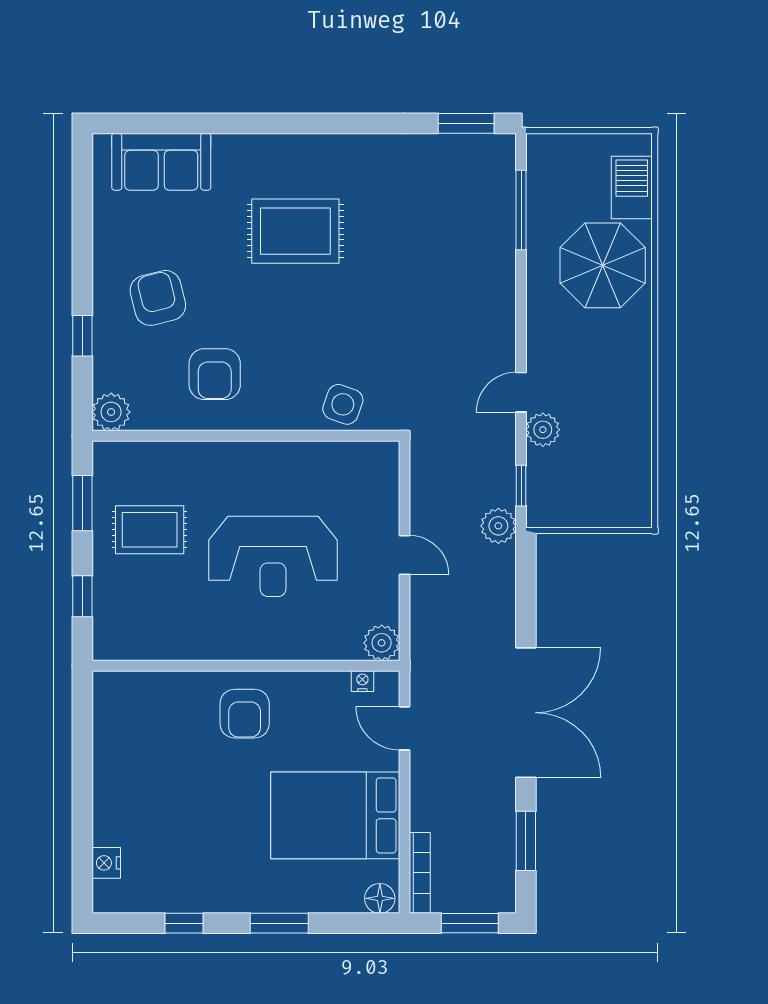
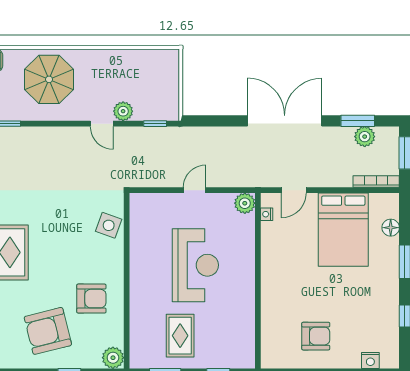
parasol: (603, 265) -> (49, 79), moved
armchair: (158, 298) -> (48, 331), width x1.36, depth x1.36
plant: (498, 526) -> (365, 137), moved
armchair: (245, 714) -> (316, 336), moved
floor lamp: (380, 898) -> (391, 228), moved

